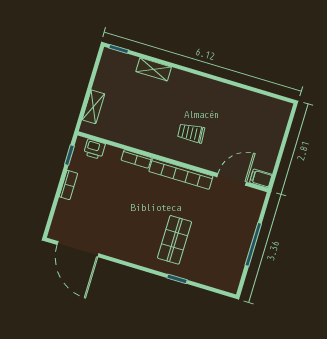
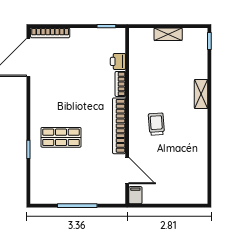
shelving: (154, 69) -> (201, 94), moved
shelving: (93, 107) -> (168, 34), moved
printer: (94, 149) -> (118, 61), moved
bookcase: (68, 185) -> (50, 33), moved, width x1.56

